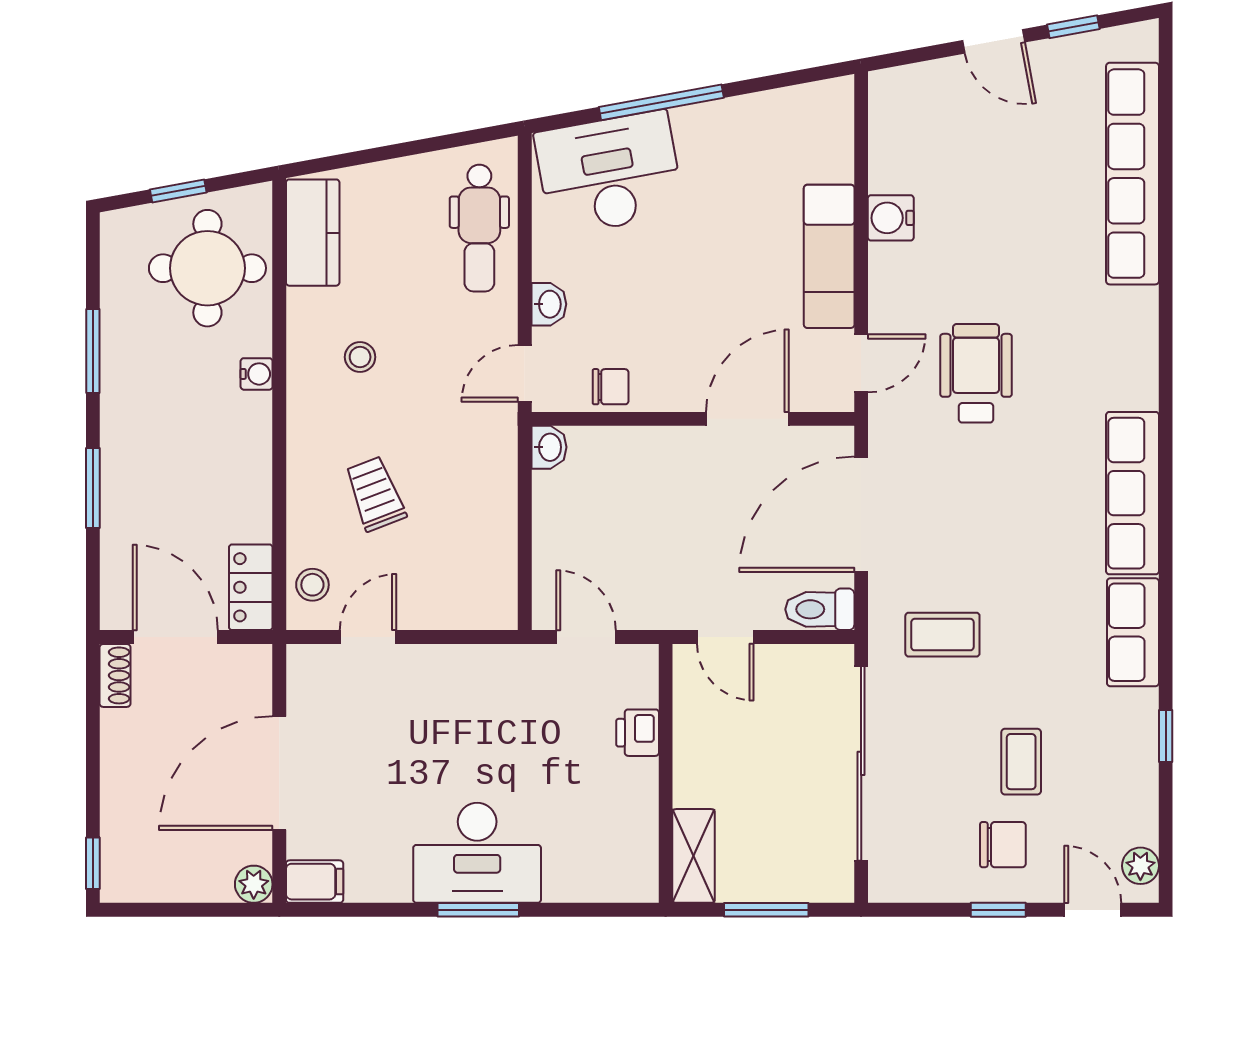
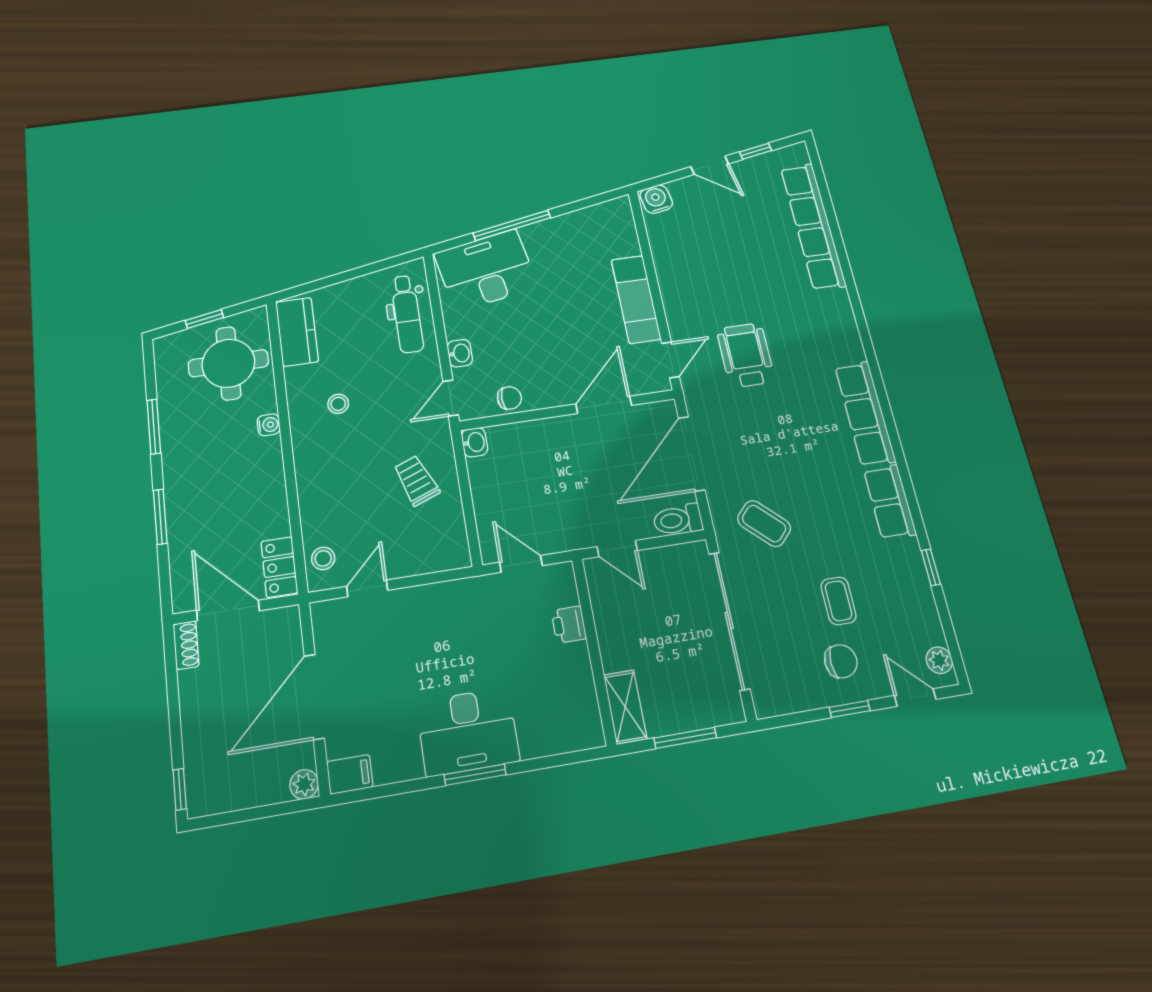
water cooler: (891, 218) -> (656, 199), moved, turned 80
trolley: (375, 494) -> (416, 480), moved
coffee table: (942, 635) -> (764, 524), turned 44

